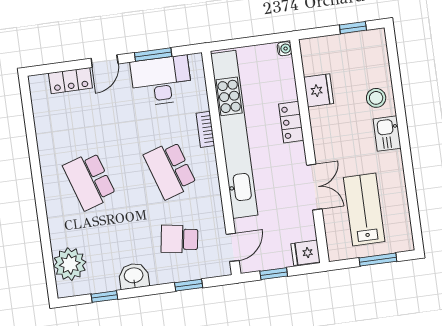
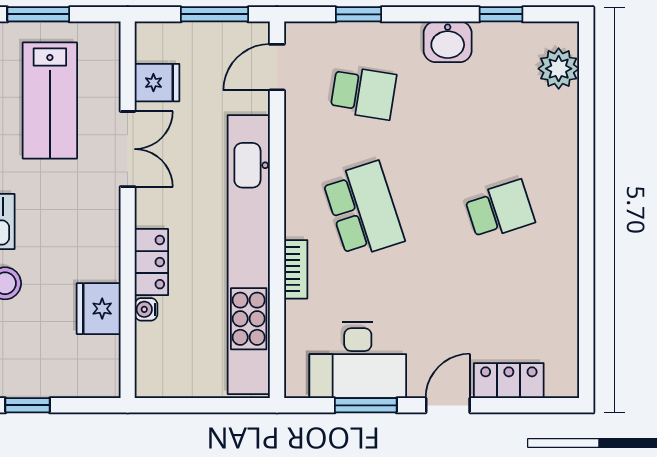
water cooler: (284, 49) -> (146, 309), moved
school desk: (89, 181) -> (500, 210), width x0.54
double door: (314, 187) -> (128, 149), swing flipped
fridge: (305, 253) -> (157, 83), moved
plant: (70, 264) -> (559, 69), width x0.73, depth x0.73
window: (274, 274) -> (215, 14), width x1.50

